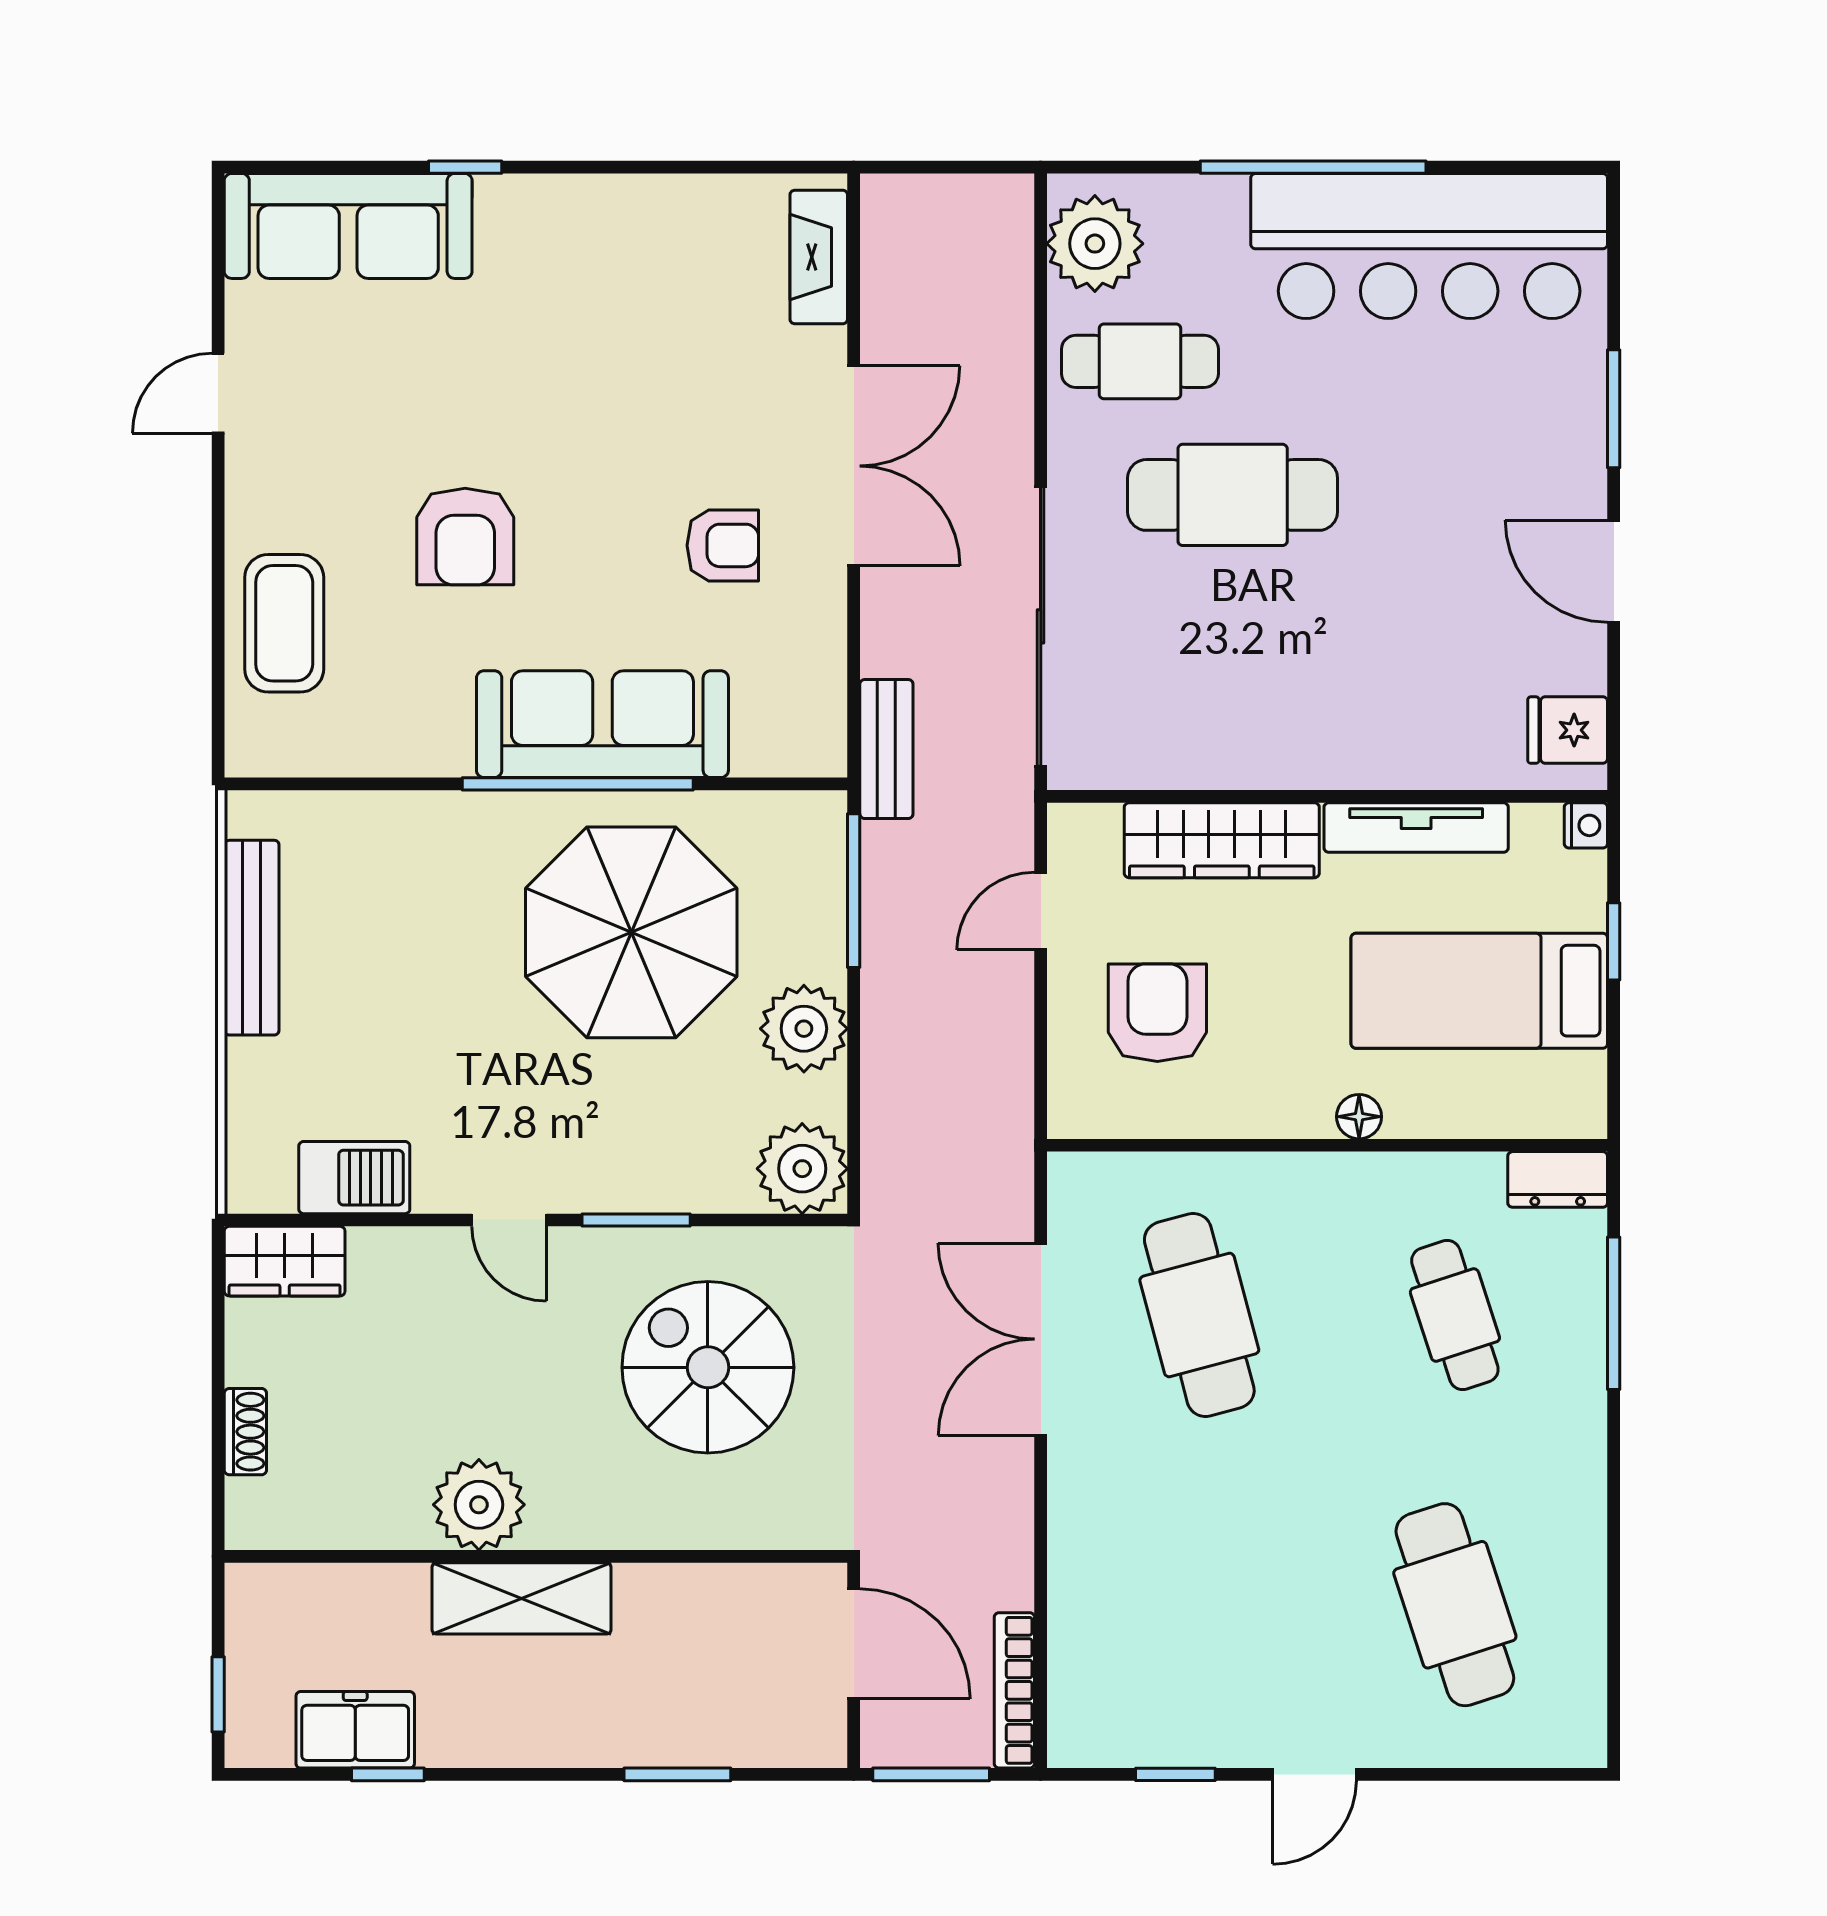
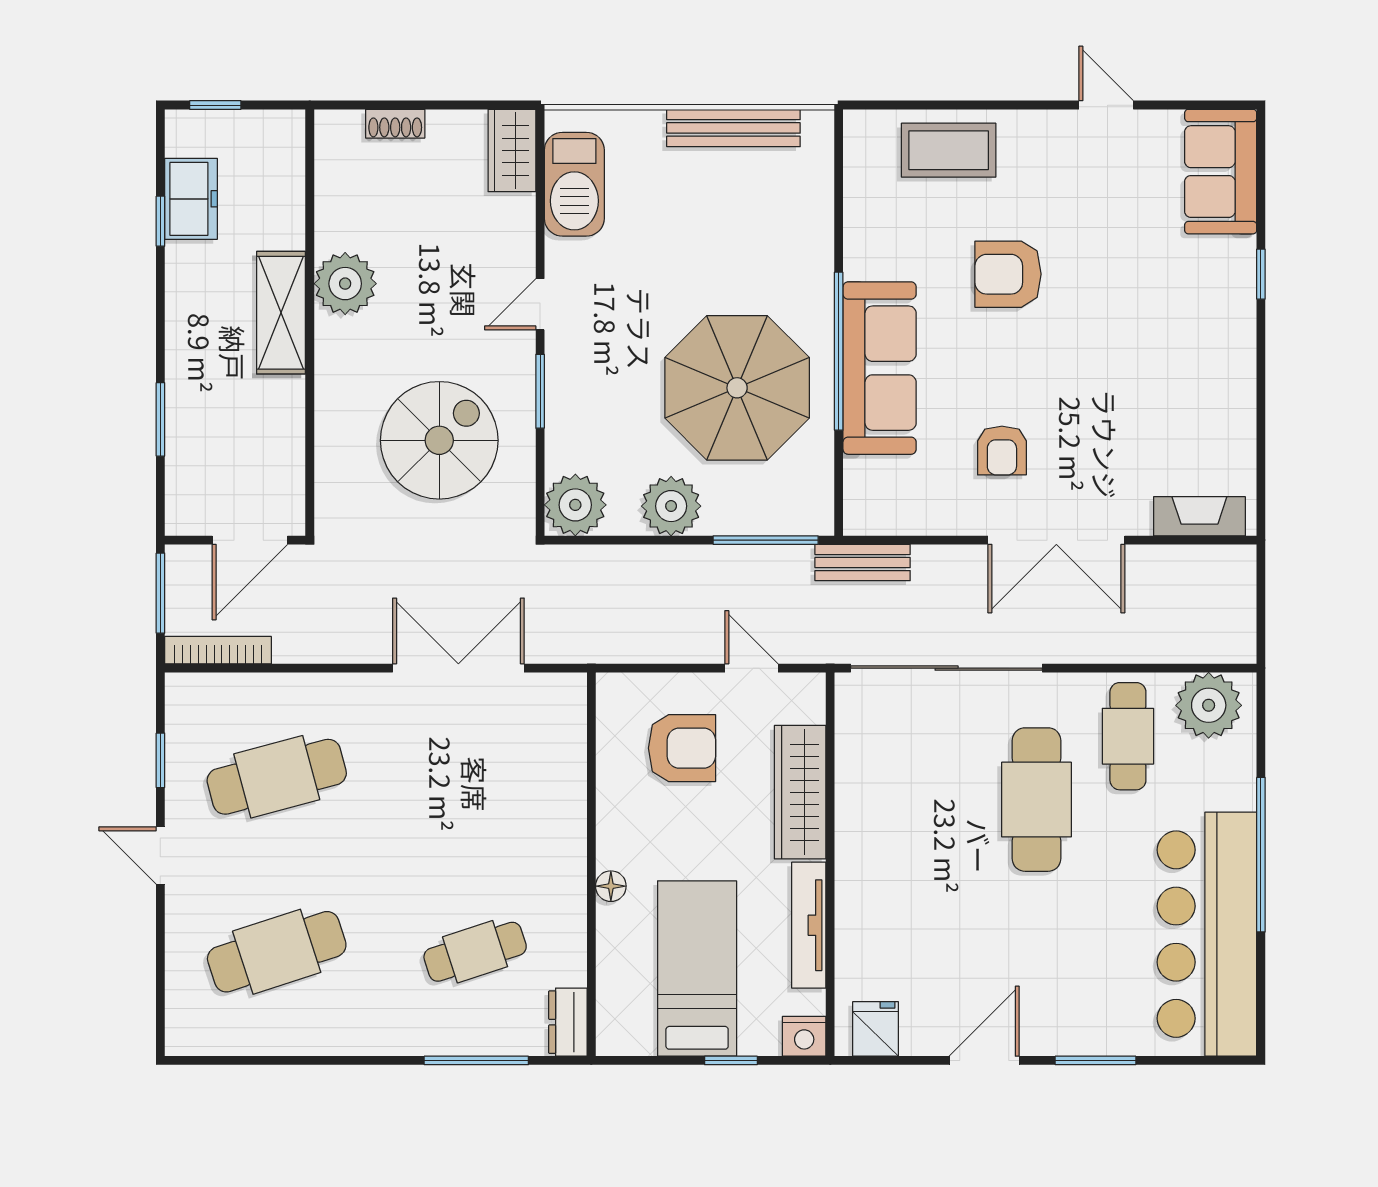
sofa: (348, 226) -> (1221, 172), width x0.73
nightstand: (1586, 825) -> (804, 1036), width x1.39, depth x1.35
barbecue: (354, 1178) -> (574, 184), width x1.37, depth x1.21
cafe table: (1199, 1315) -> (277, 777), moved

